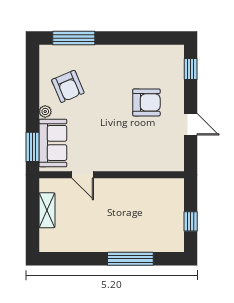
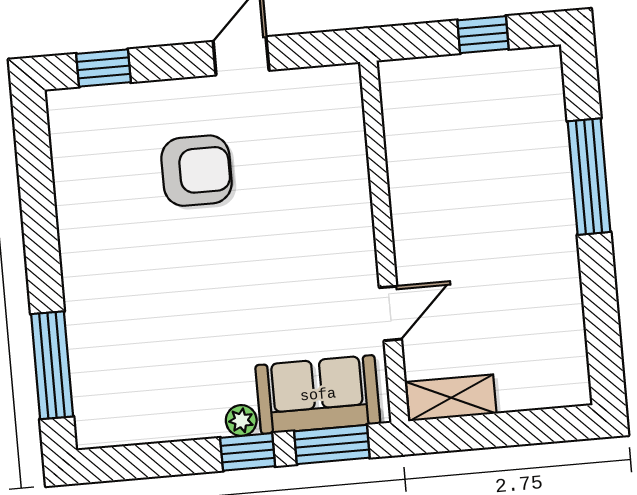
armchair: (68, 86) -> (174, 370), removed
armchair: (146, 102) -> (197, 171), turned 90
window: (32, 113) -> (248, 452), added
shelving: (47, 210) -> (451, 398), moved

